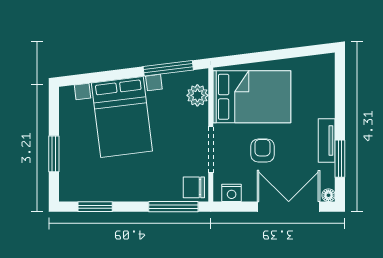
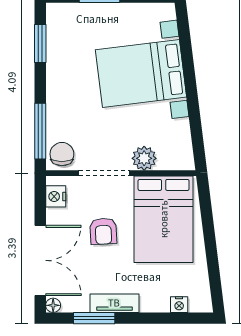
window: (168, 68) -> (196, 125), removed
nightstand: (328, 83) -> (179, 305), added
plant: (197, 95) -> (144, 158), moved
armchair: (263, 150) -> (103, 231), turned 87

